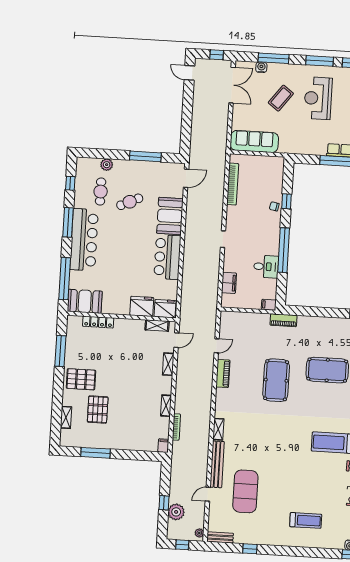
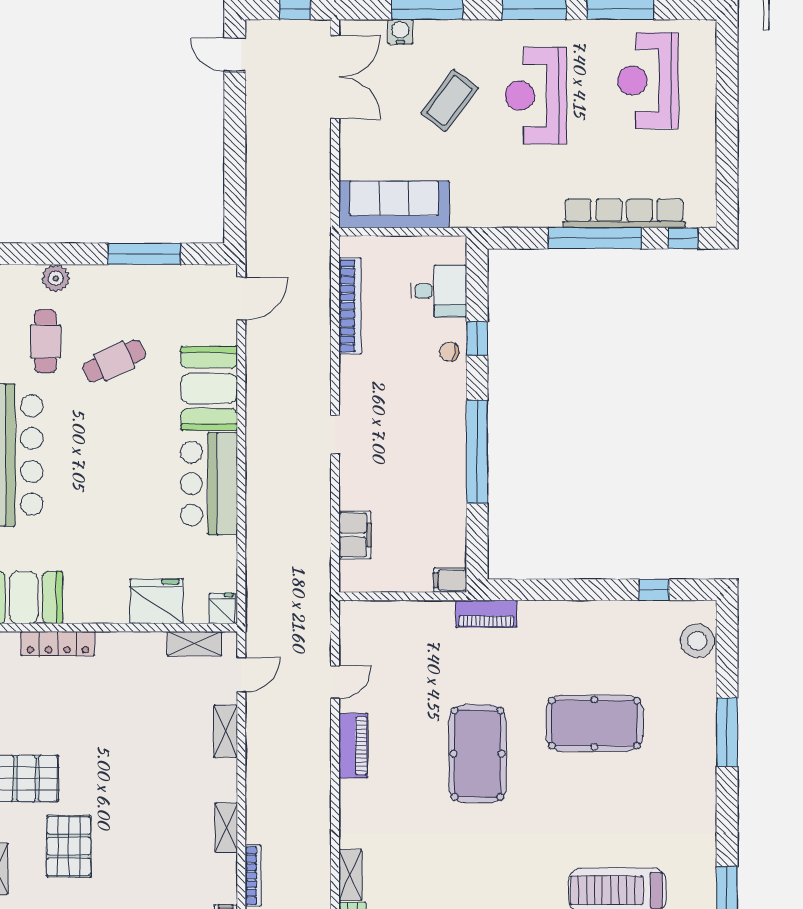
desk: (266, 267) -> (439, 291), moved
fridge: (165, 309) -> (222, 608), width x0.53, depth x0.75

